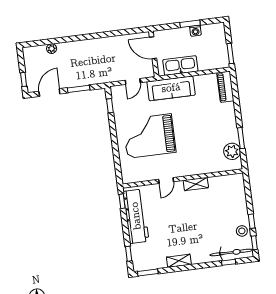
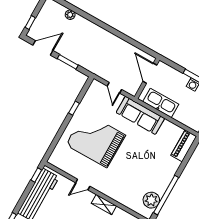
door: (133, 81) -> (114, 88), hinge flipped
window: (110, 106) -> (74, 108), moved
window: (241, 138) -> (166, 195), width x2.11

